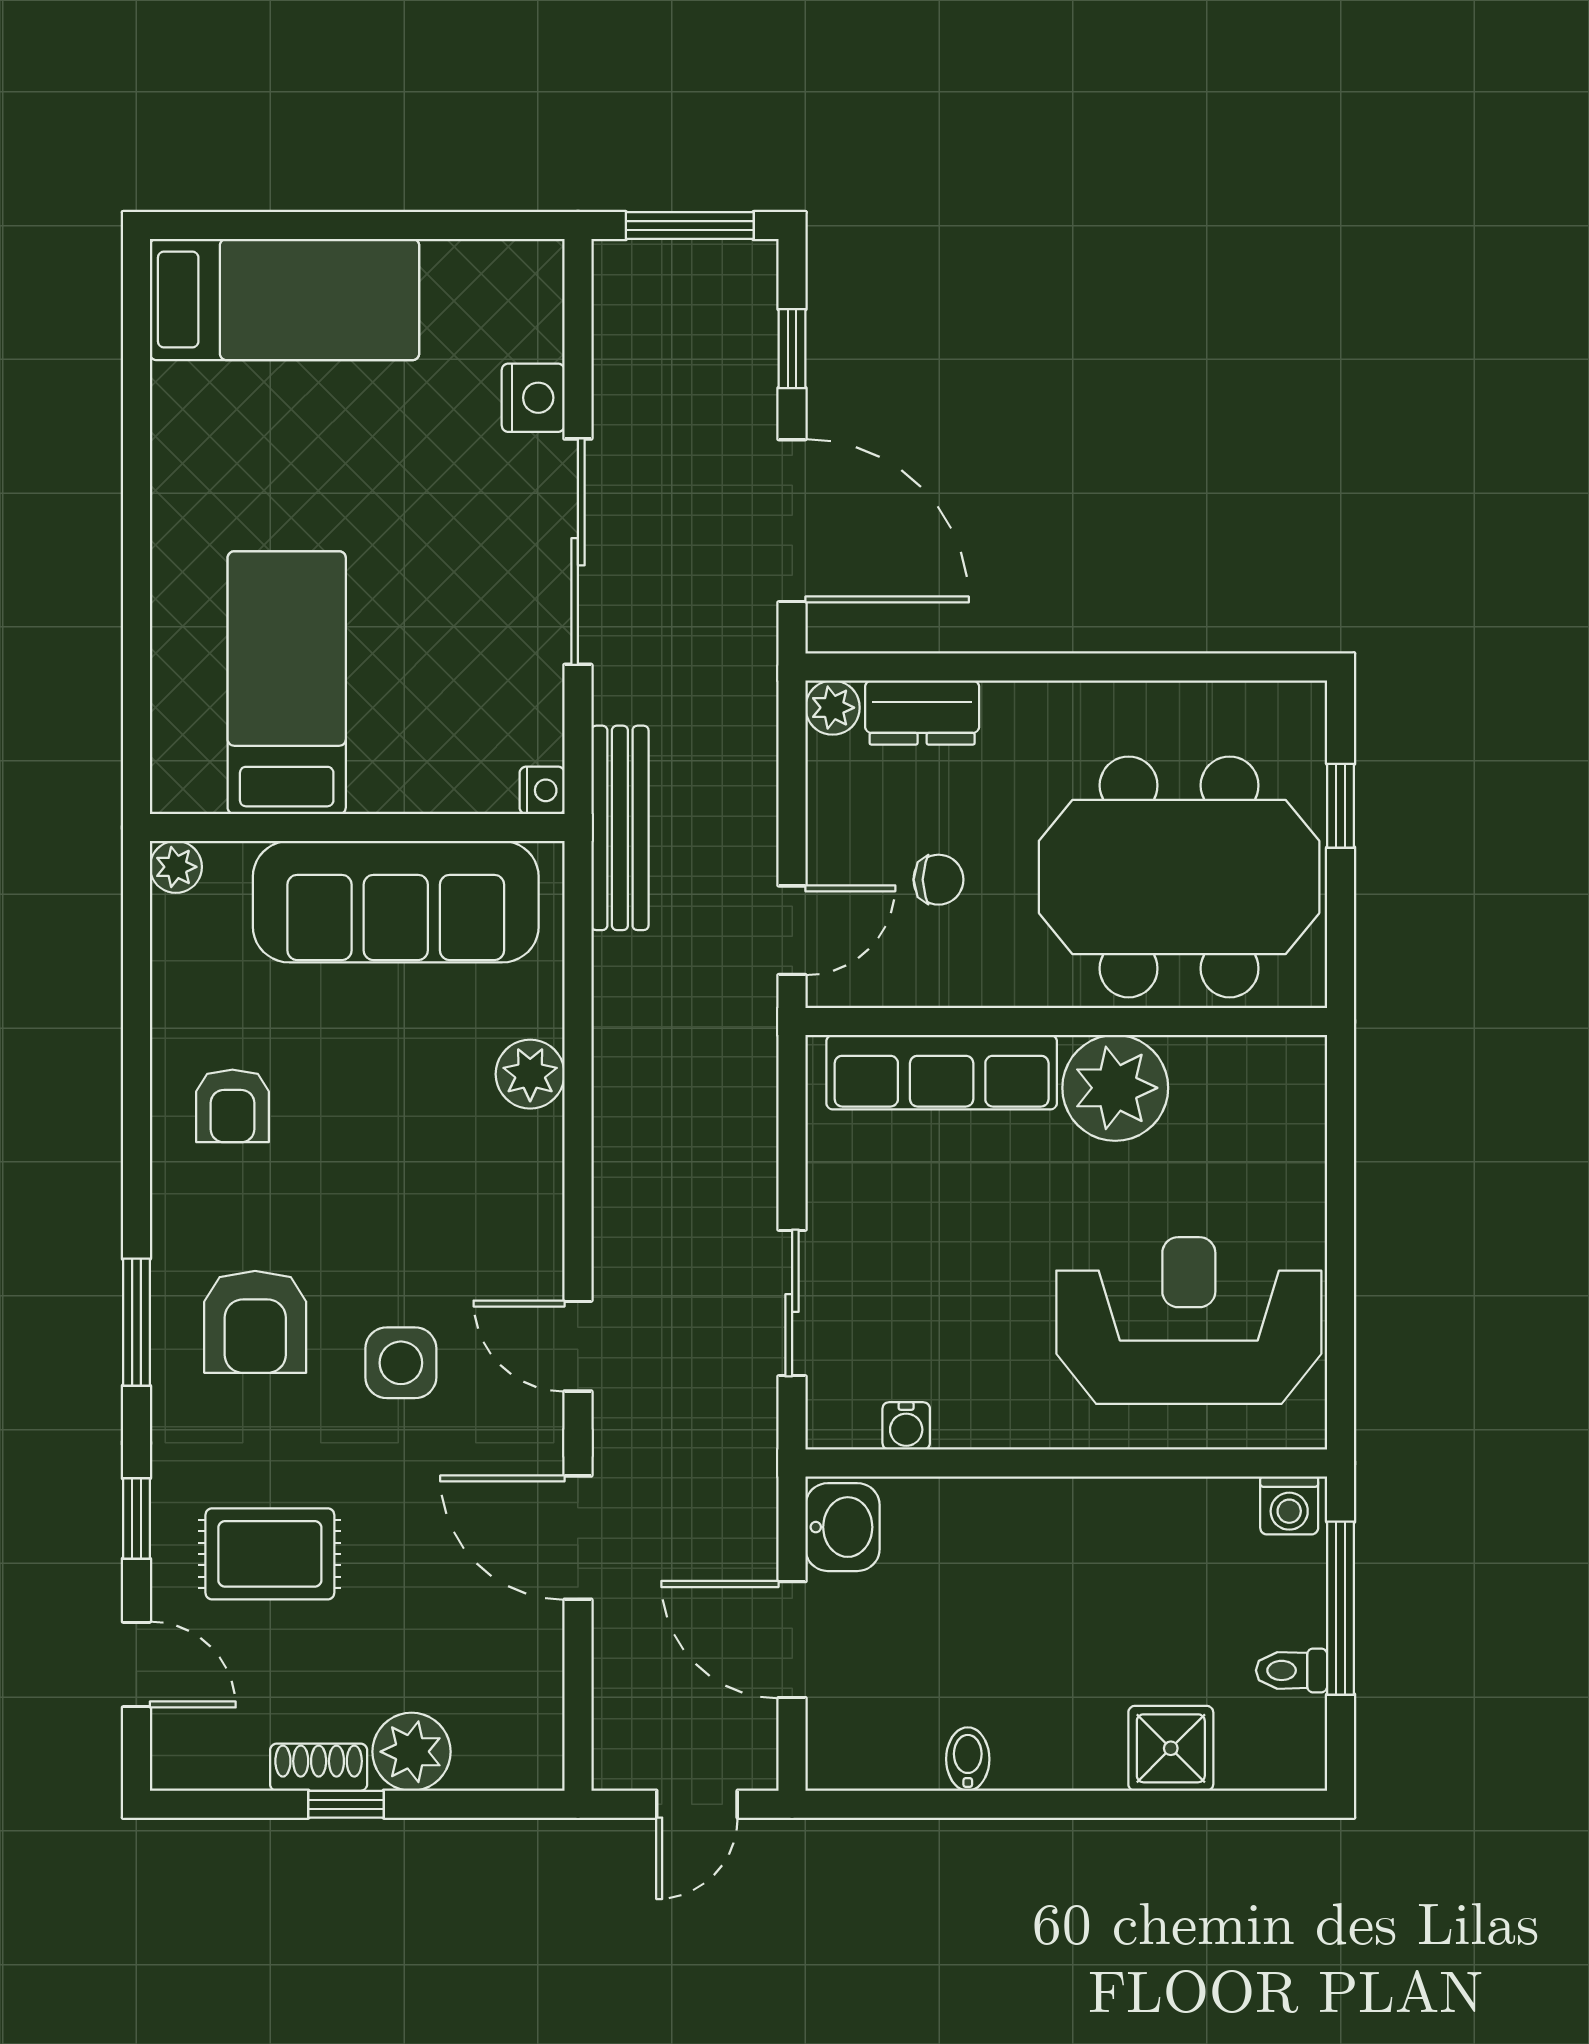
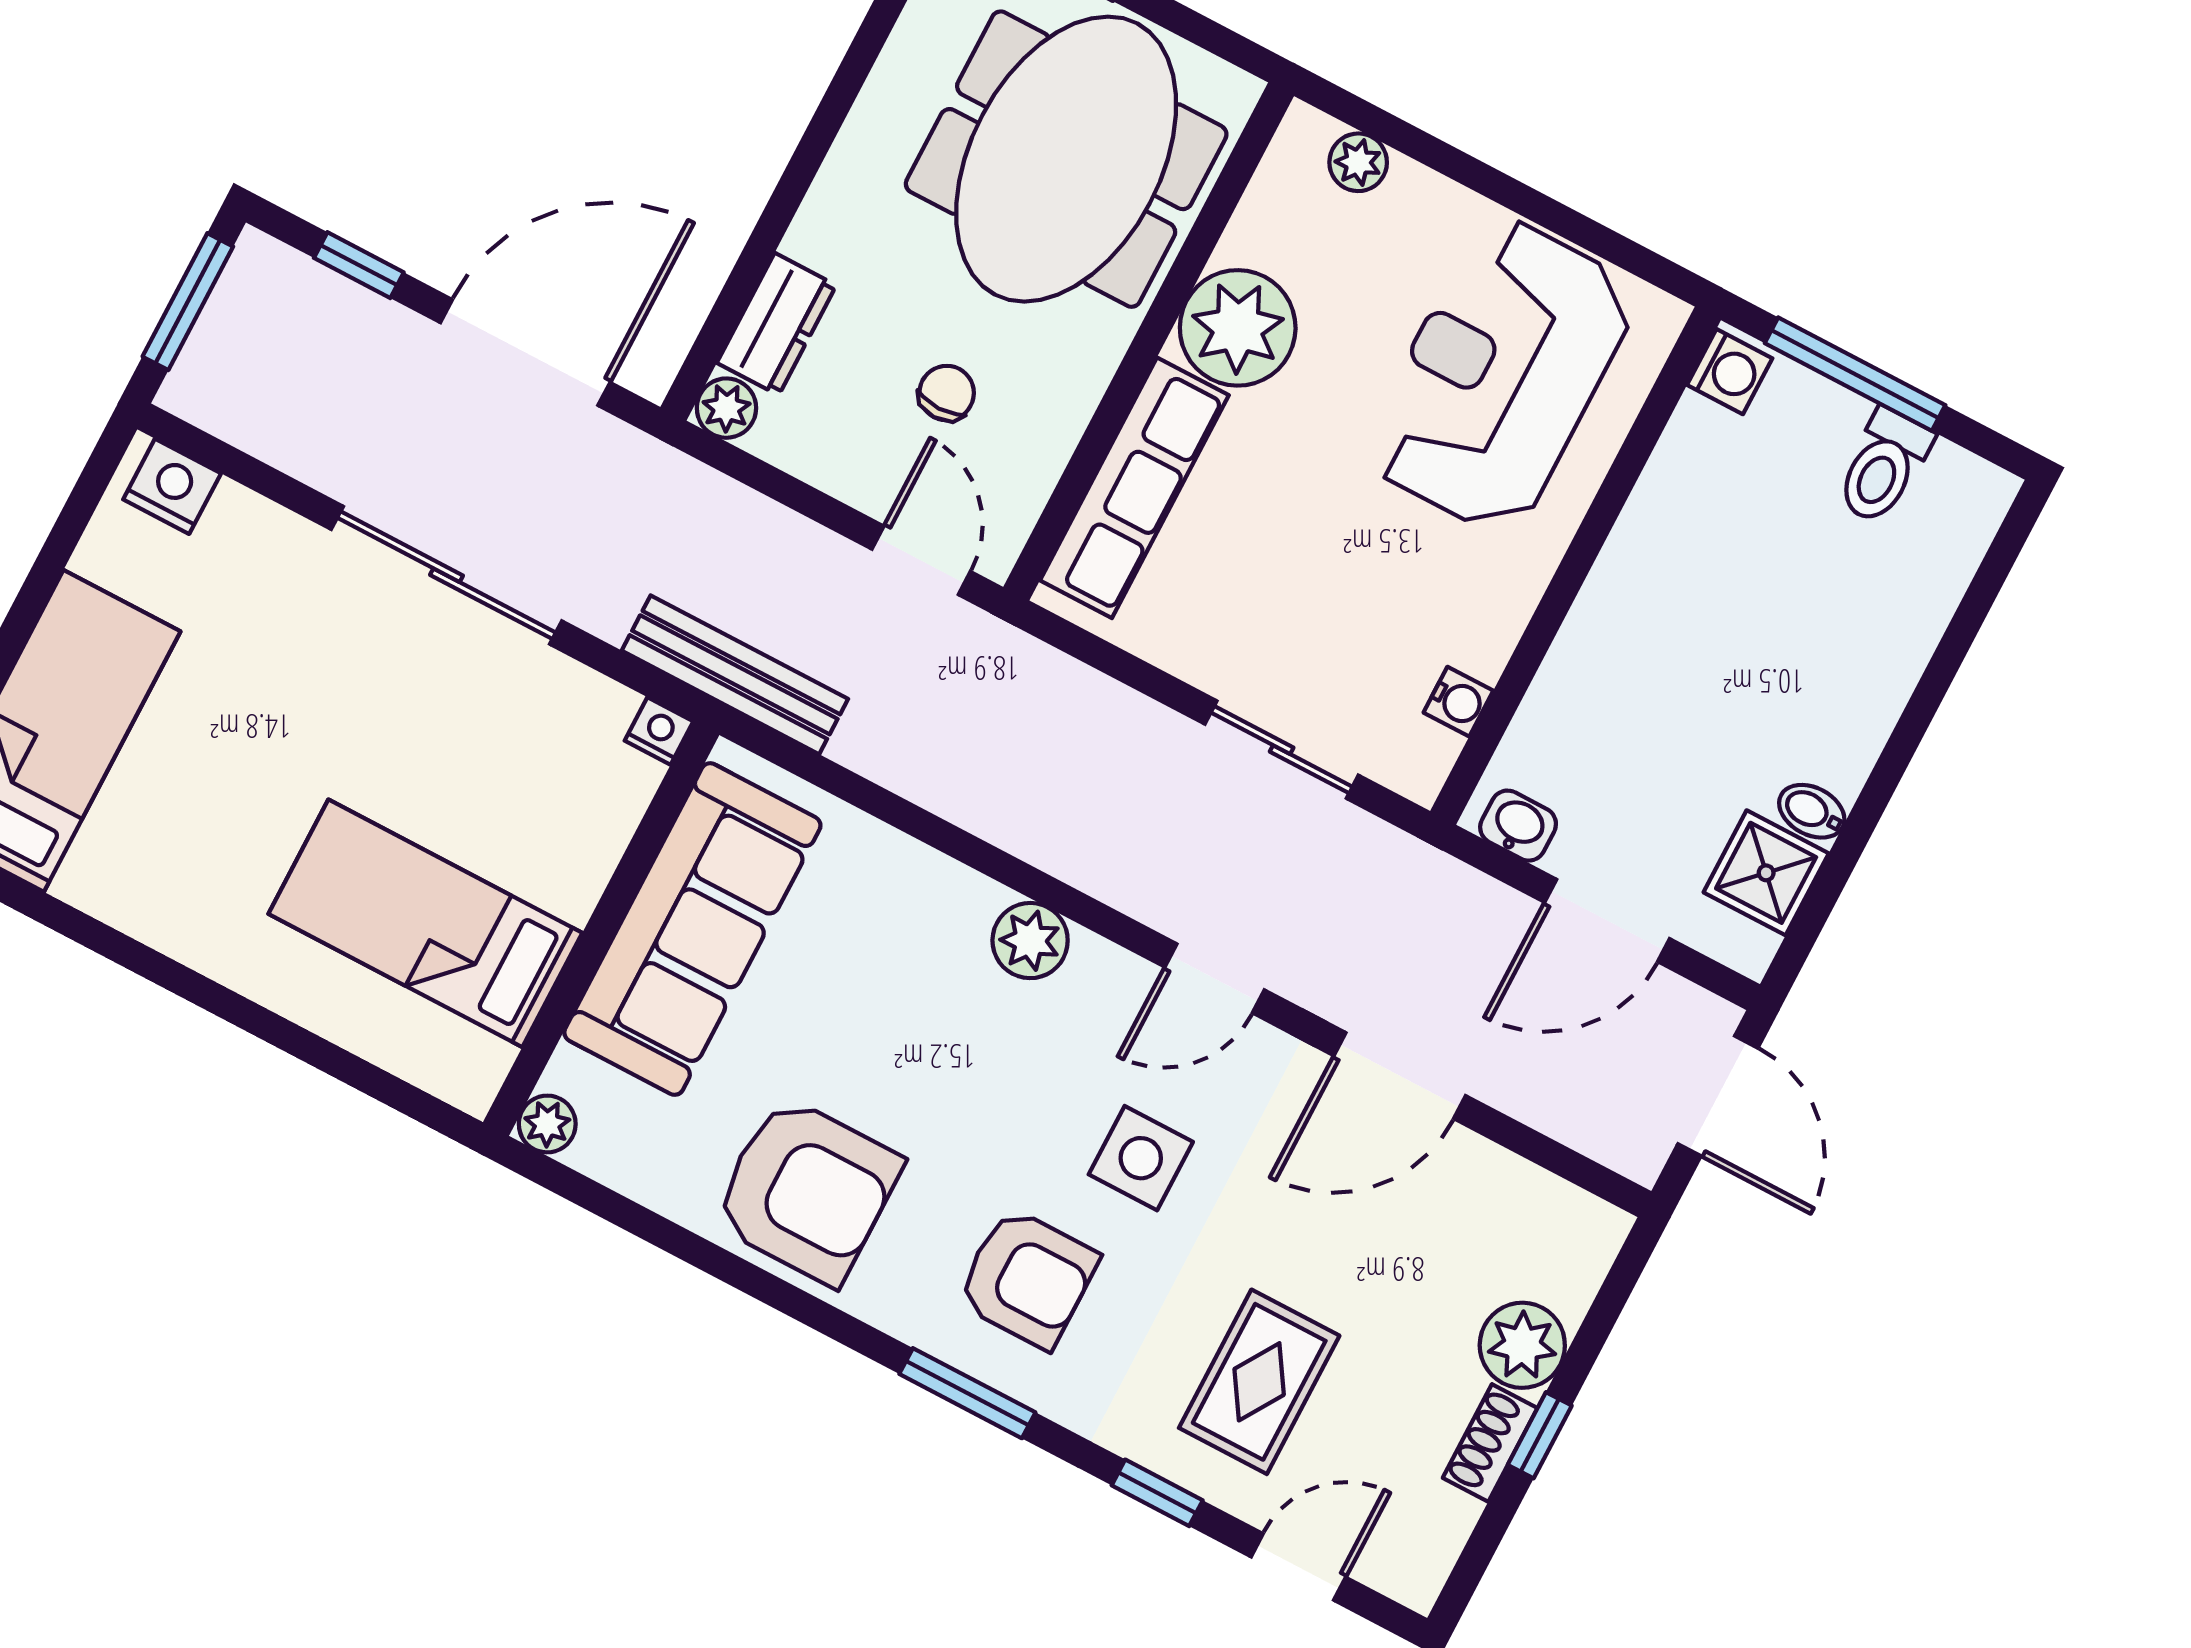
nightstand: (533, 398) -> (172, 486), moved
plant: (530, 1074) -> (1030, 941), moved
armchair: (232, 1106) -> (807, 1191), width x1.88, depth x1.88
plant: (1301, 1115) -> (1358, 162), added
washbasin: (843, 1527) -> (1518, 826), width x0.72, depth x0.69
toilet: (1292, 1670) -> (1883, 466), width x1.37, depth x1.39
shower: (1171, 1748) -> (1766, 873), moved
door: (697, 1804) -> (1718, 1096), width x1.38

